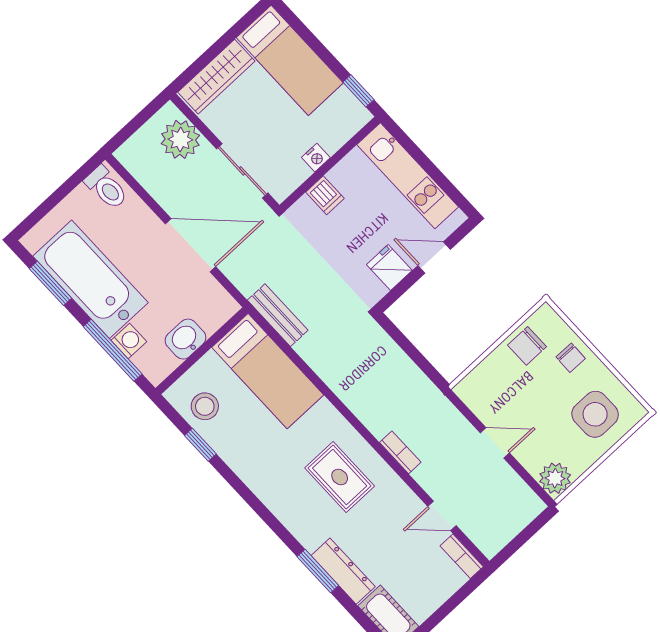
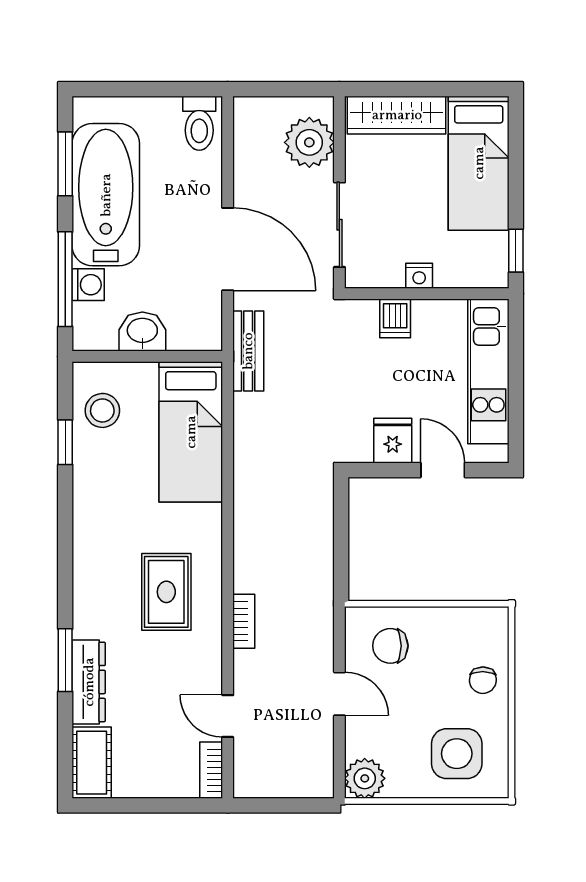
bench: (278, 315) -> (248, 351), moved
chair: (527, 346) -> (390, 646), moved

